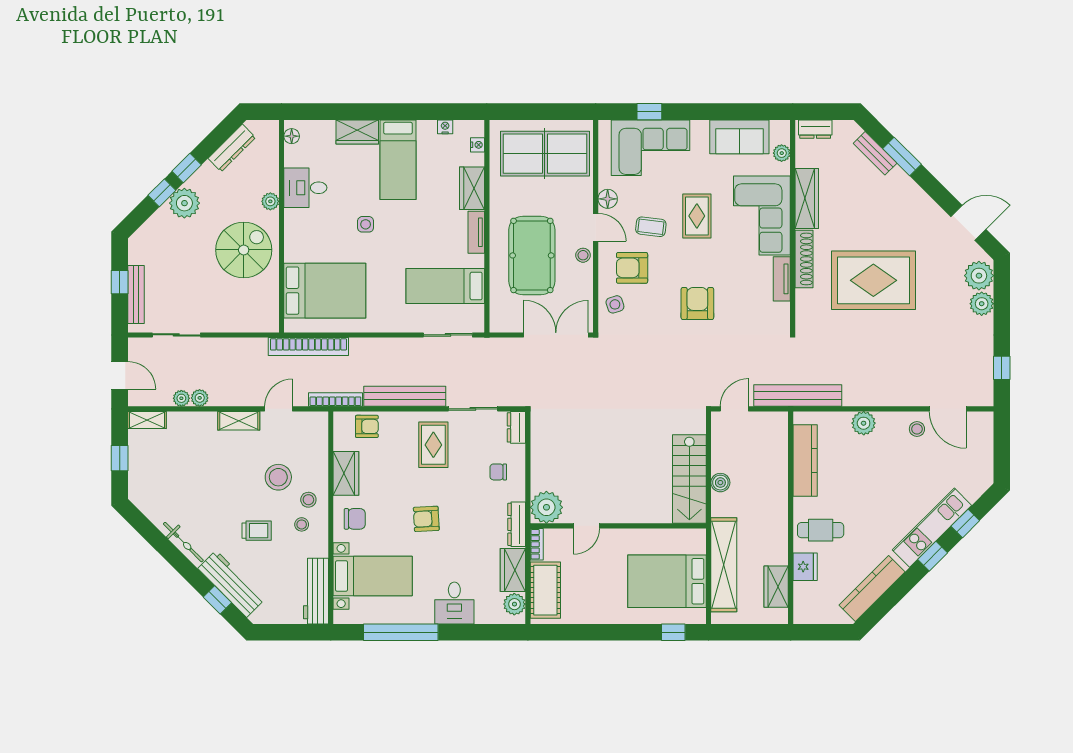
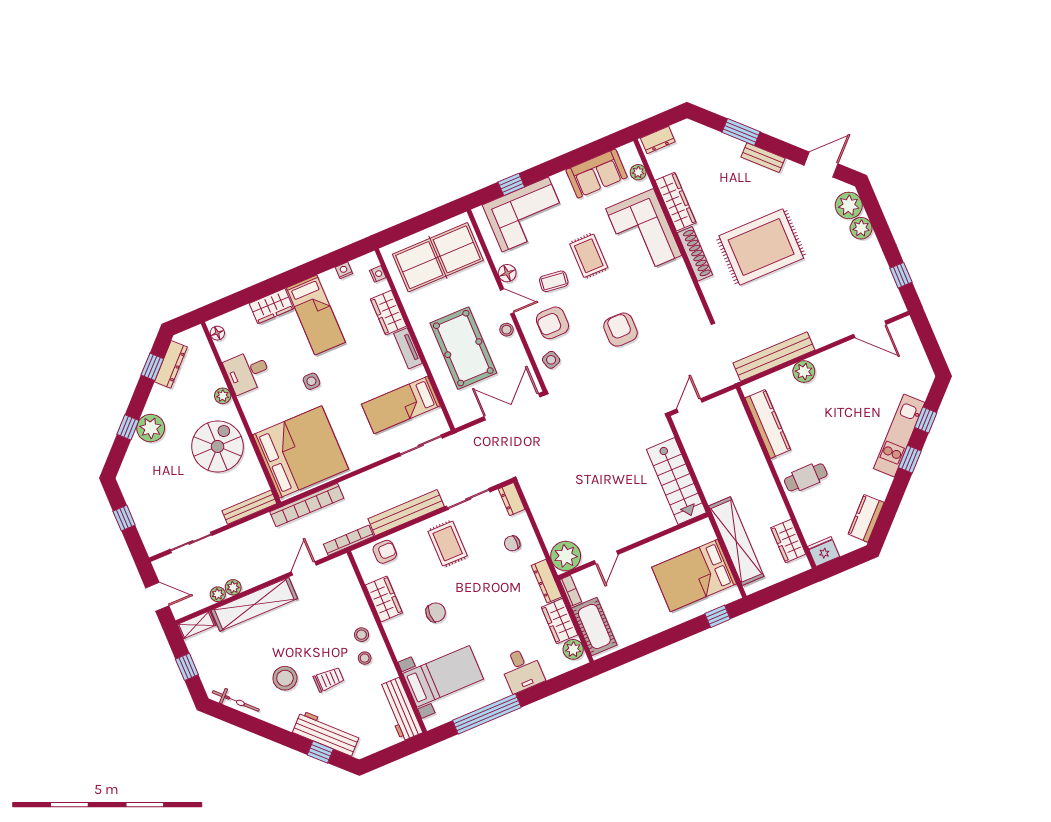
bench: (875, 153) -> (763, 158), moved
window: (187, 168) -> (152, 367), moved
tv unit: (782, 279) -> (683, 279), removed
bed: (325, 291) -> (301, 452), width x1.36
bench: (136, 294) -> (249, 507), moved, turned 90
bench: (798, 396) -> (774, 357), moved
shelving: (239, 421) -> (254, 604), width x2.20, depth x1.33
stool: (917, 429) -> (851, 357), removed
stool: (278, 477) -> (285, 678), moved
boiler: (720, 483) -> (704, 473), removed
chair: (355, 519) -> (436, 612), moved
armchair: (426, 519) -> (468, 609), removed
bicycle: (183, 542) -> (236, 701), moved
fridge: (805, 567) -> (824, 551), moved, turned -90
kitchen counter: (872, 589) -> (866, 518), width x0.67

